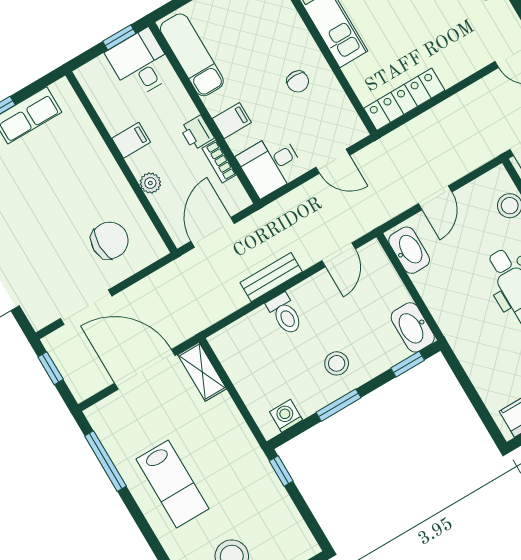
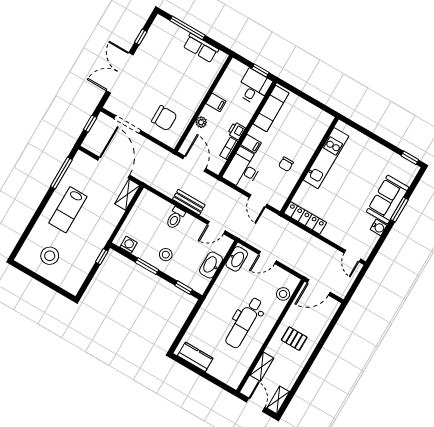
desk: (271, 164) -> (243, 169), width x1.37
door: (213, 232) -> (194, 164), hinge flipped
washbasin: (413, 327) -> (211, 265), moved

